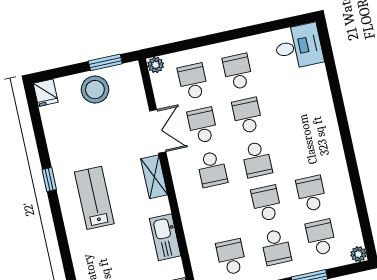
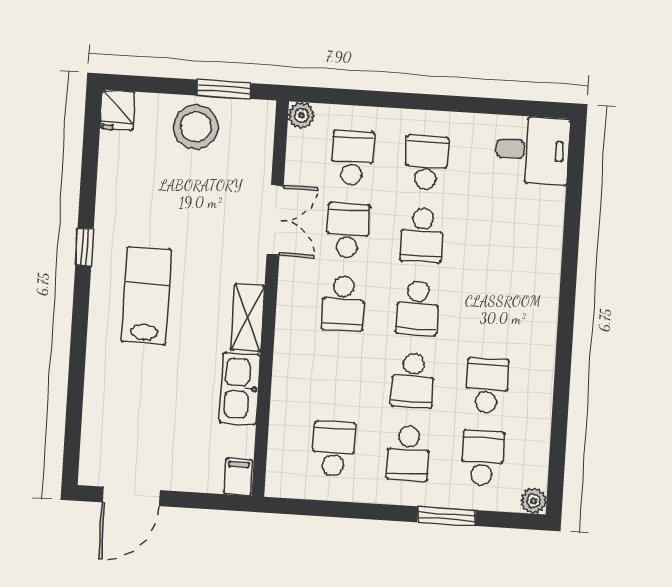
school desk: (247, 116) -> (422, 235), turned 180
shelving: (154, 177) -> (248, 318), moved
school desk: (266, 203) -> (413, 381), turned 180

